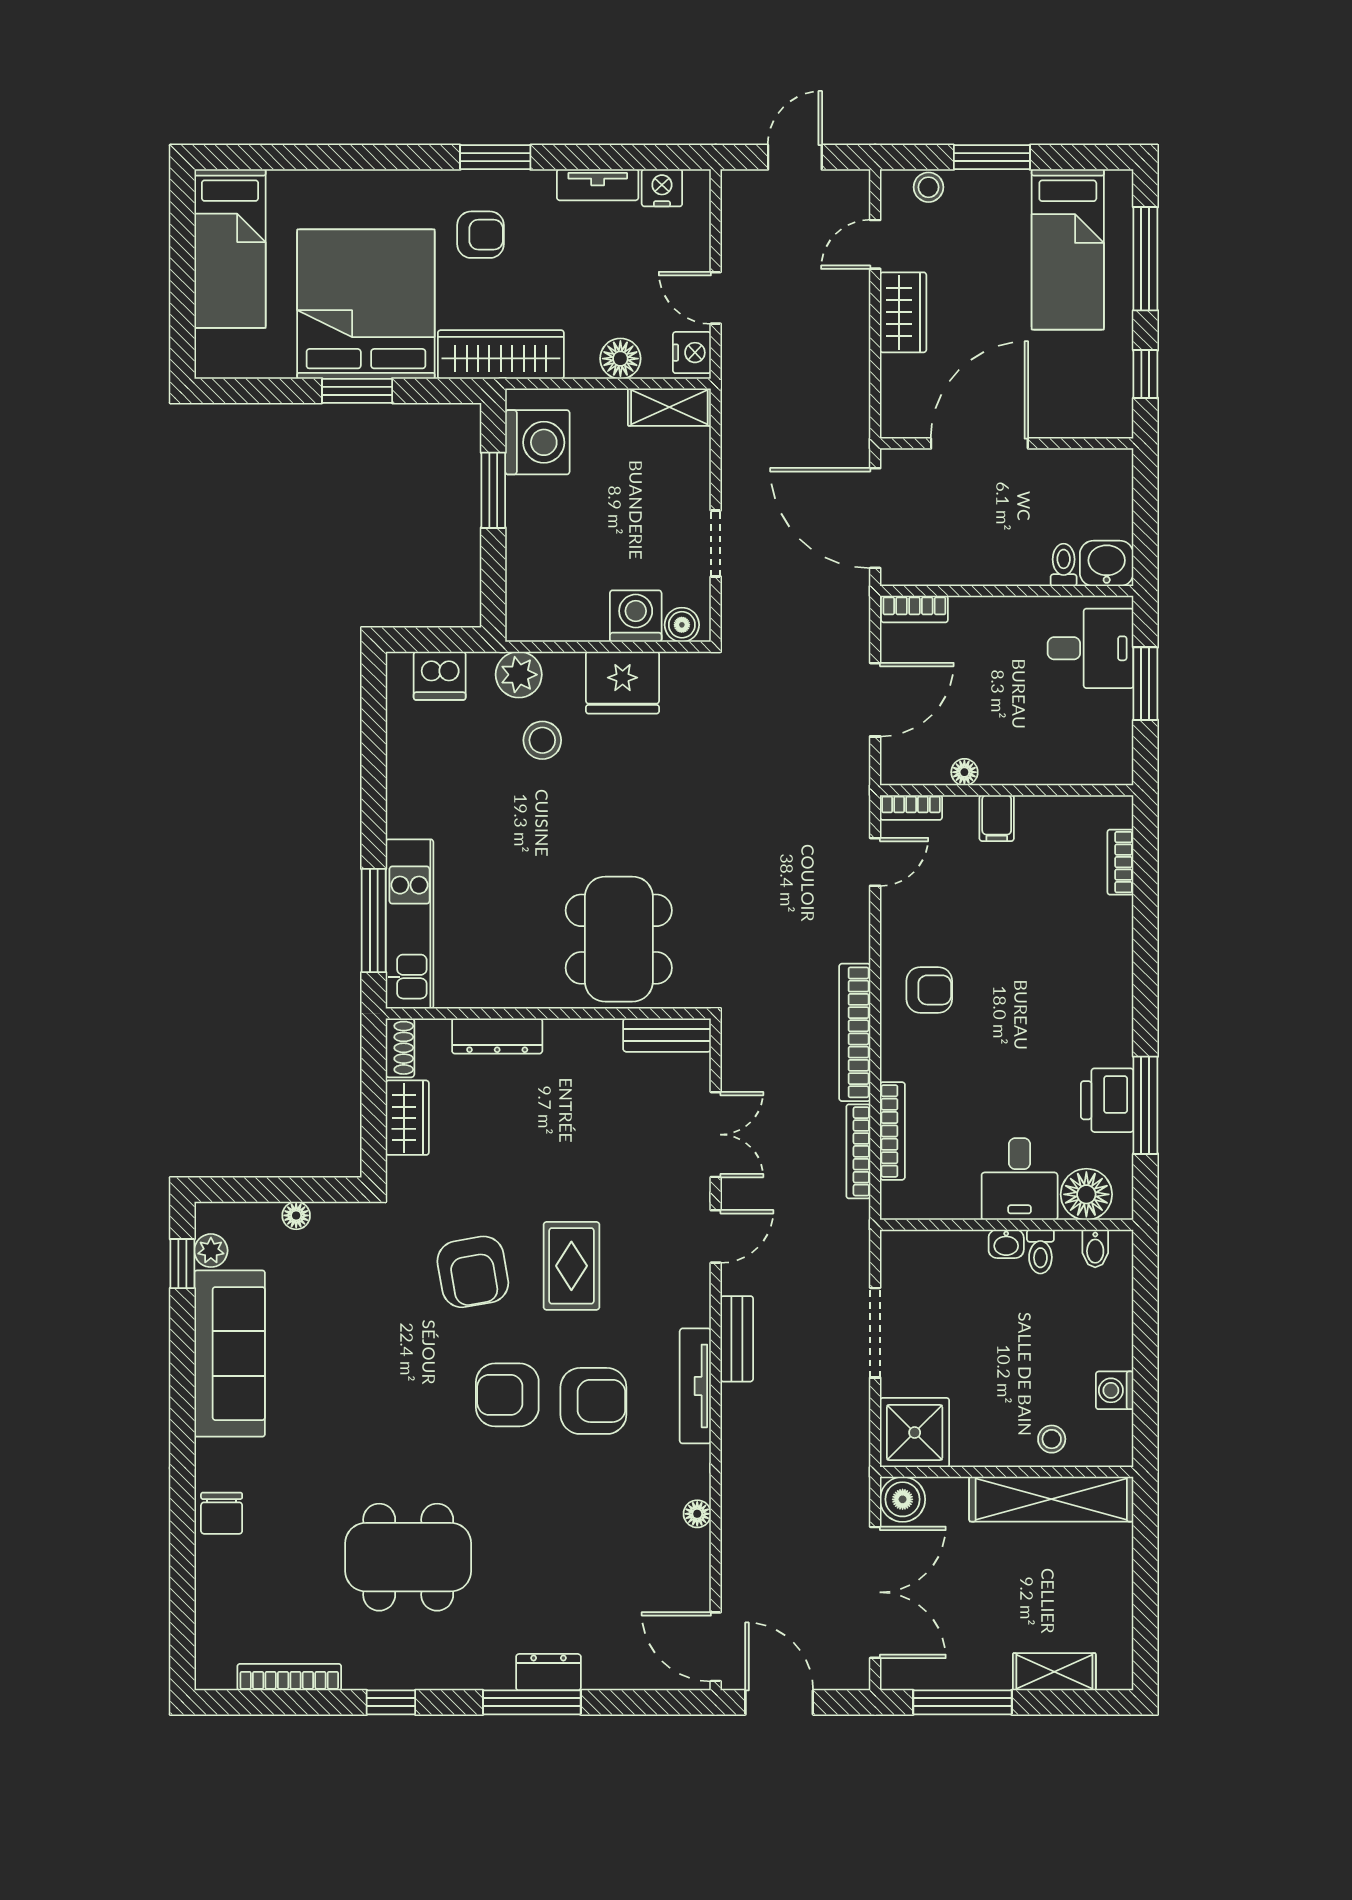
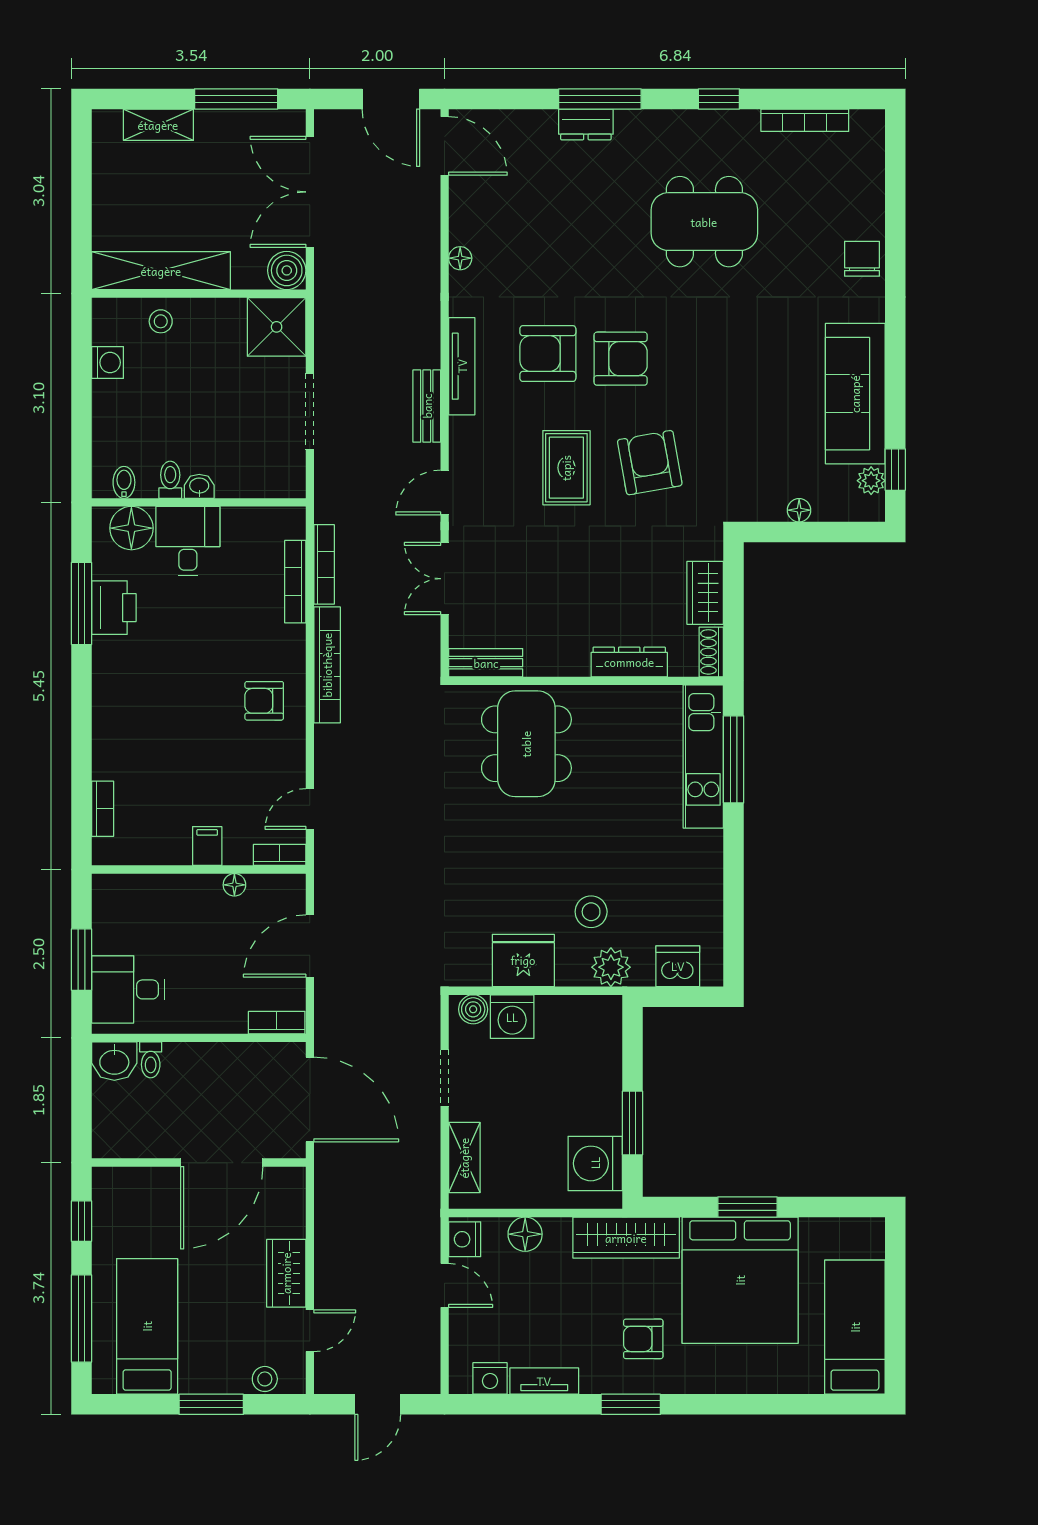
shelving: (669, 407) -> (464, 1158), moved, turned 90

